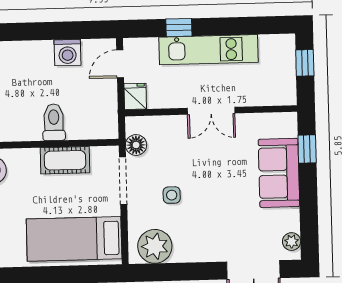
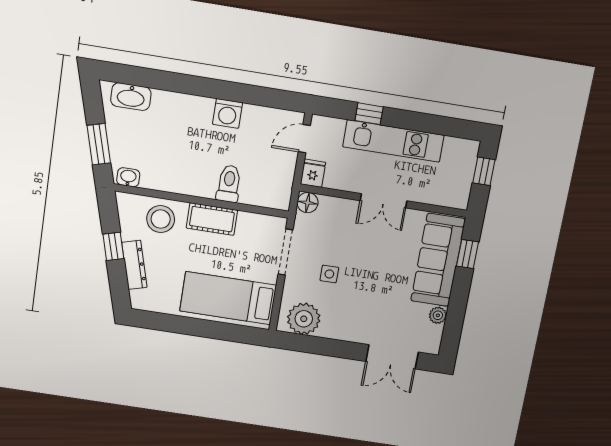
washing machine: (67, 53) -> (227, 113), moved
floor lamp: (136, 145) -> (308, 203), moved
cot: (65, 160) -> (212, 219), moved
sofa: (279, 173) -> (438, 260), width x1.36
plant: (292, 242) -> (438, 315), moved

